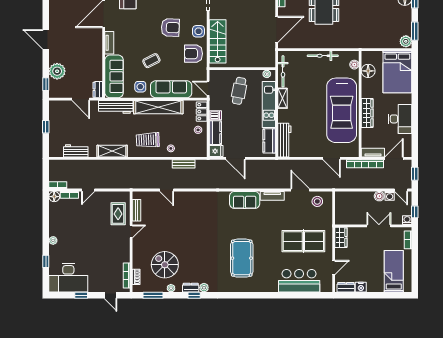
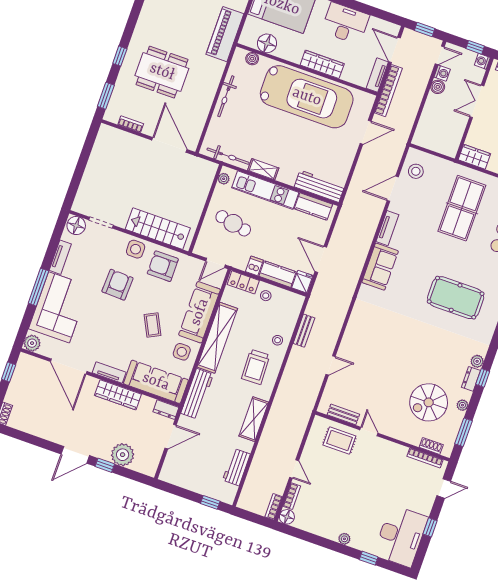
piano: (364, 40) -> (225, 34), added
wardrobe: (96, 54) -> (118, 395), added
armchair: (193, 54) -> (163, 266), turned 90
window: (46, 84) -> (105, 465), moved
window: (46, 127) -> (210, 502), moved
door: (235, 158) -> (321, 259), swing flipped

